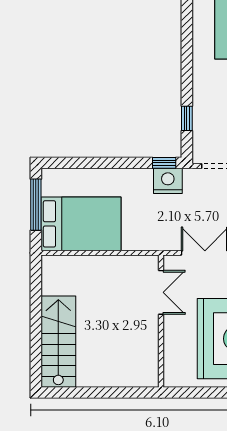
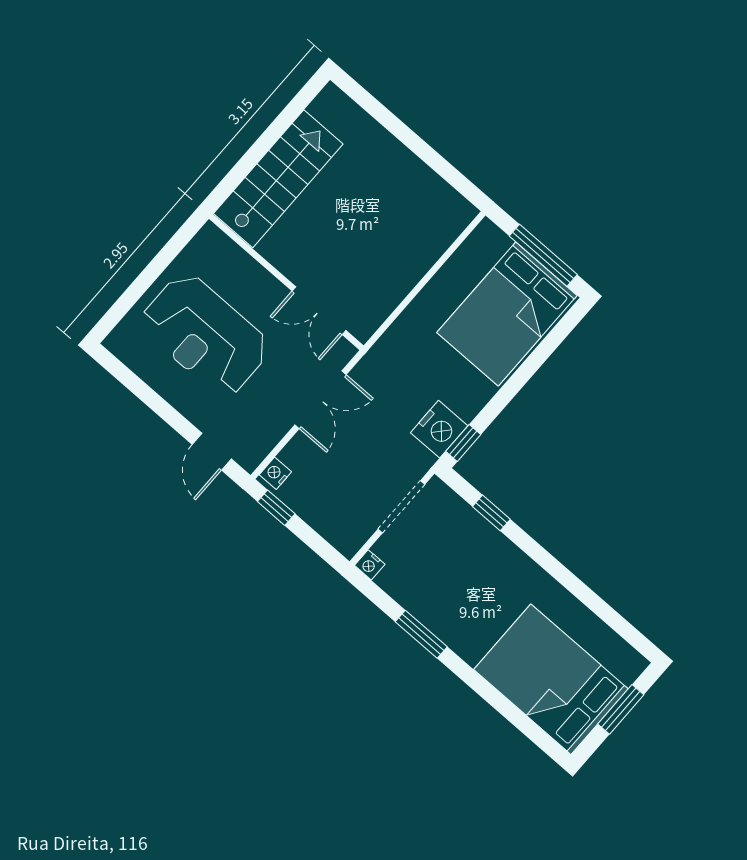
bed: (81, 224) -> (507, 314), moved
stairs: (58, 342) -> (278, 179), moved, turned -90

